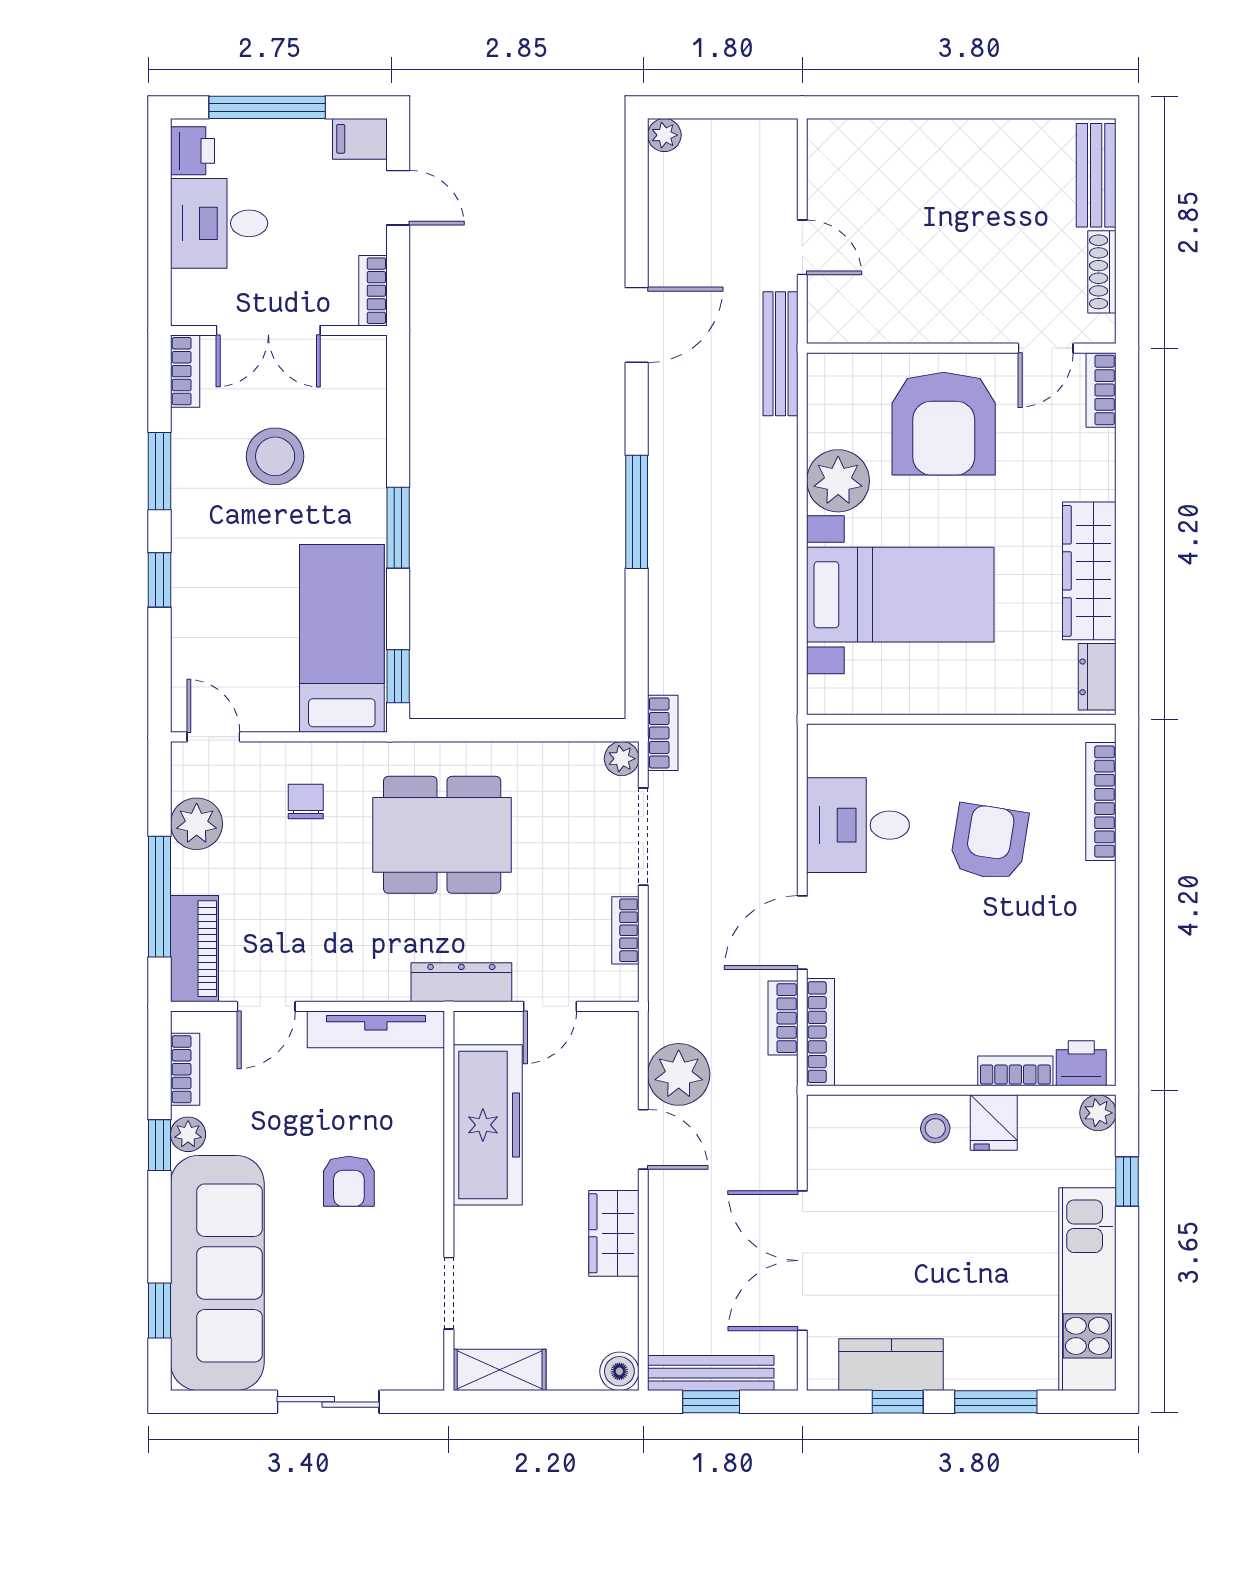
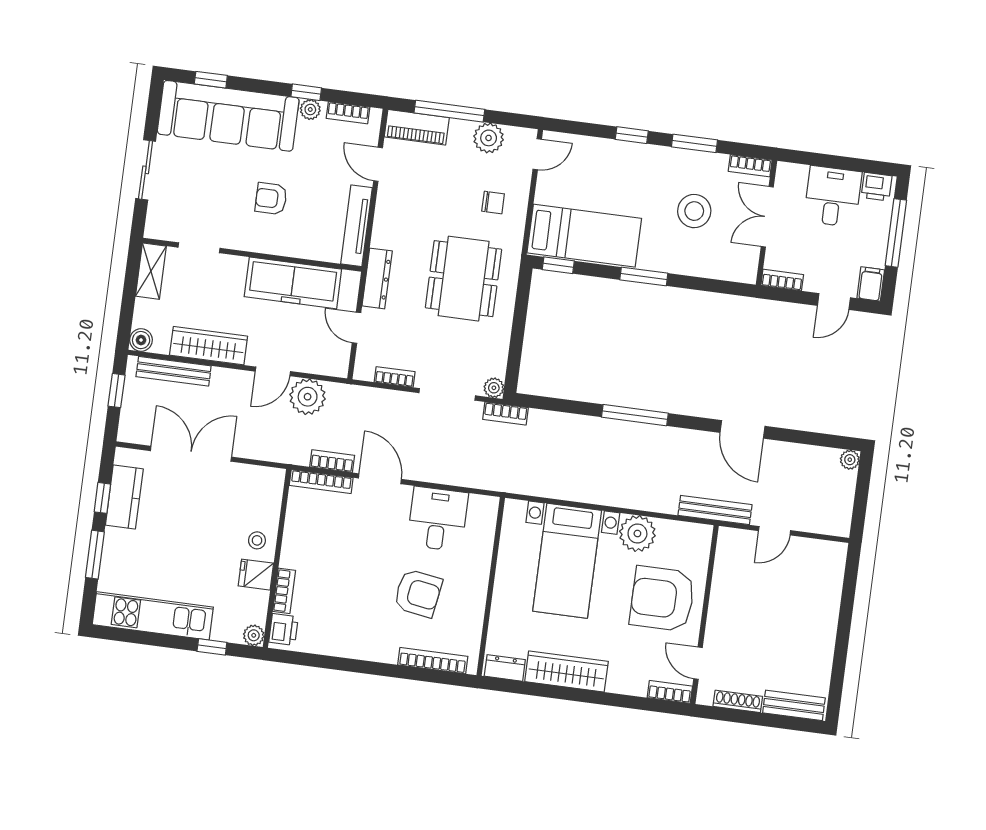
wardrobe: (614, 1233) -> (209, 346), width x1.50
bench: (711, 1373) -> (174, 371), moved, turned 90

